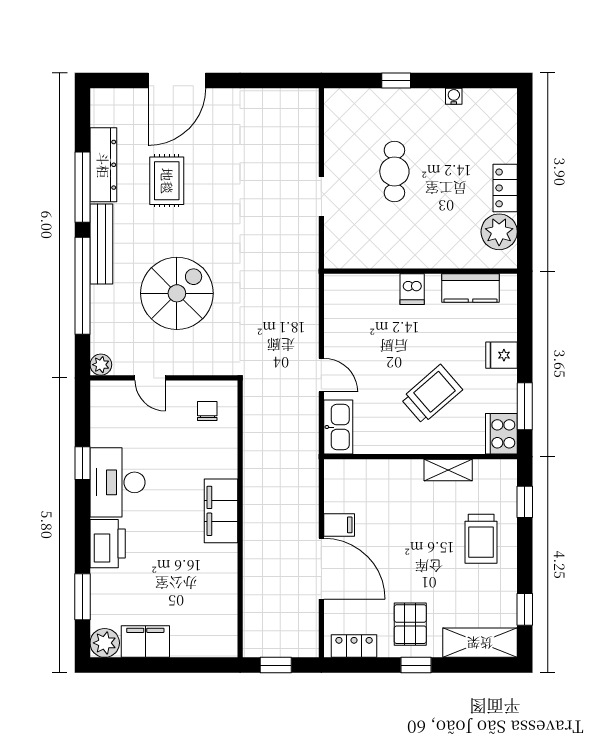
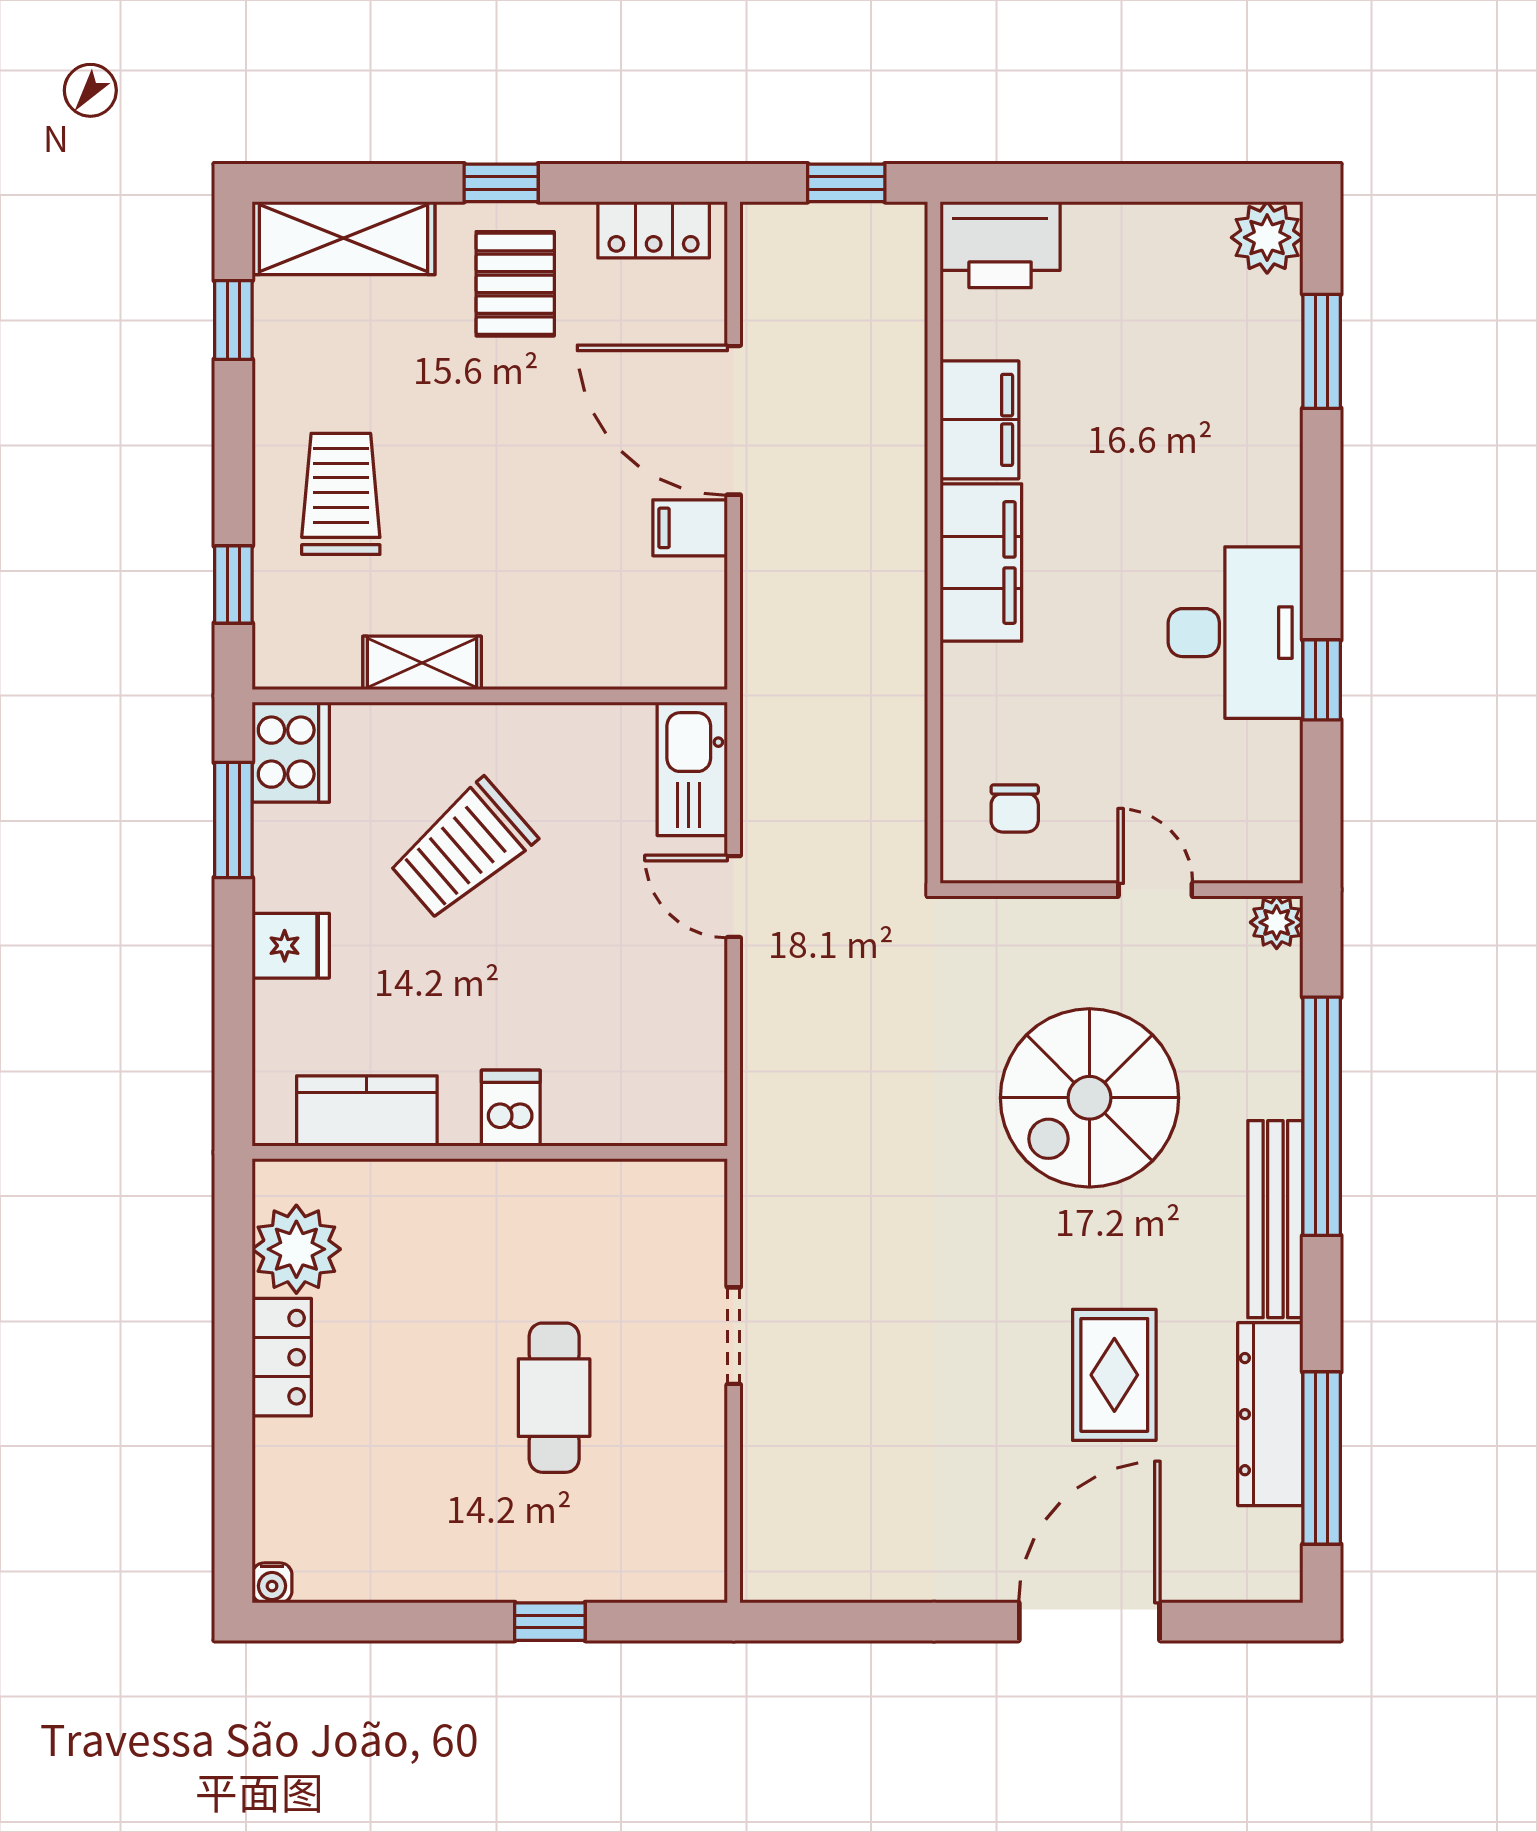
water cooler: (454, 96) -> (272, 1583), moved
window: (83, 187) -> (1322, 1458), moved
printer: (108, 544) -> (1000, 245), moved, turned -90
filing cabinet: (145, 642) -> (979, 420), moved, turned -90

